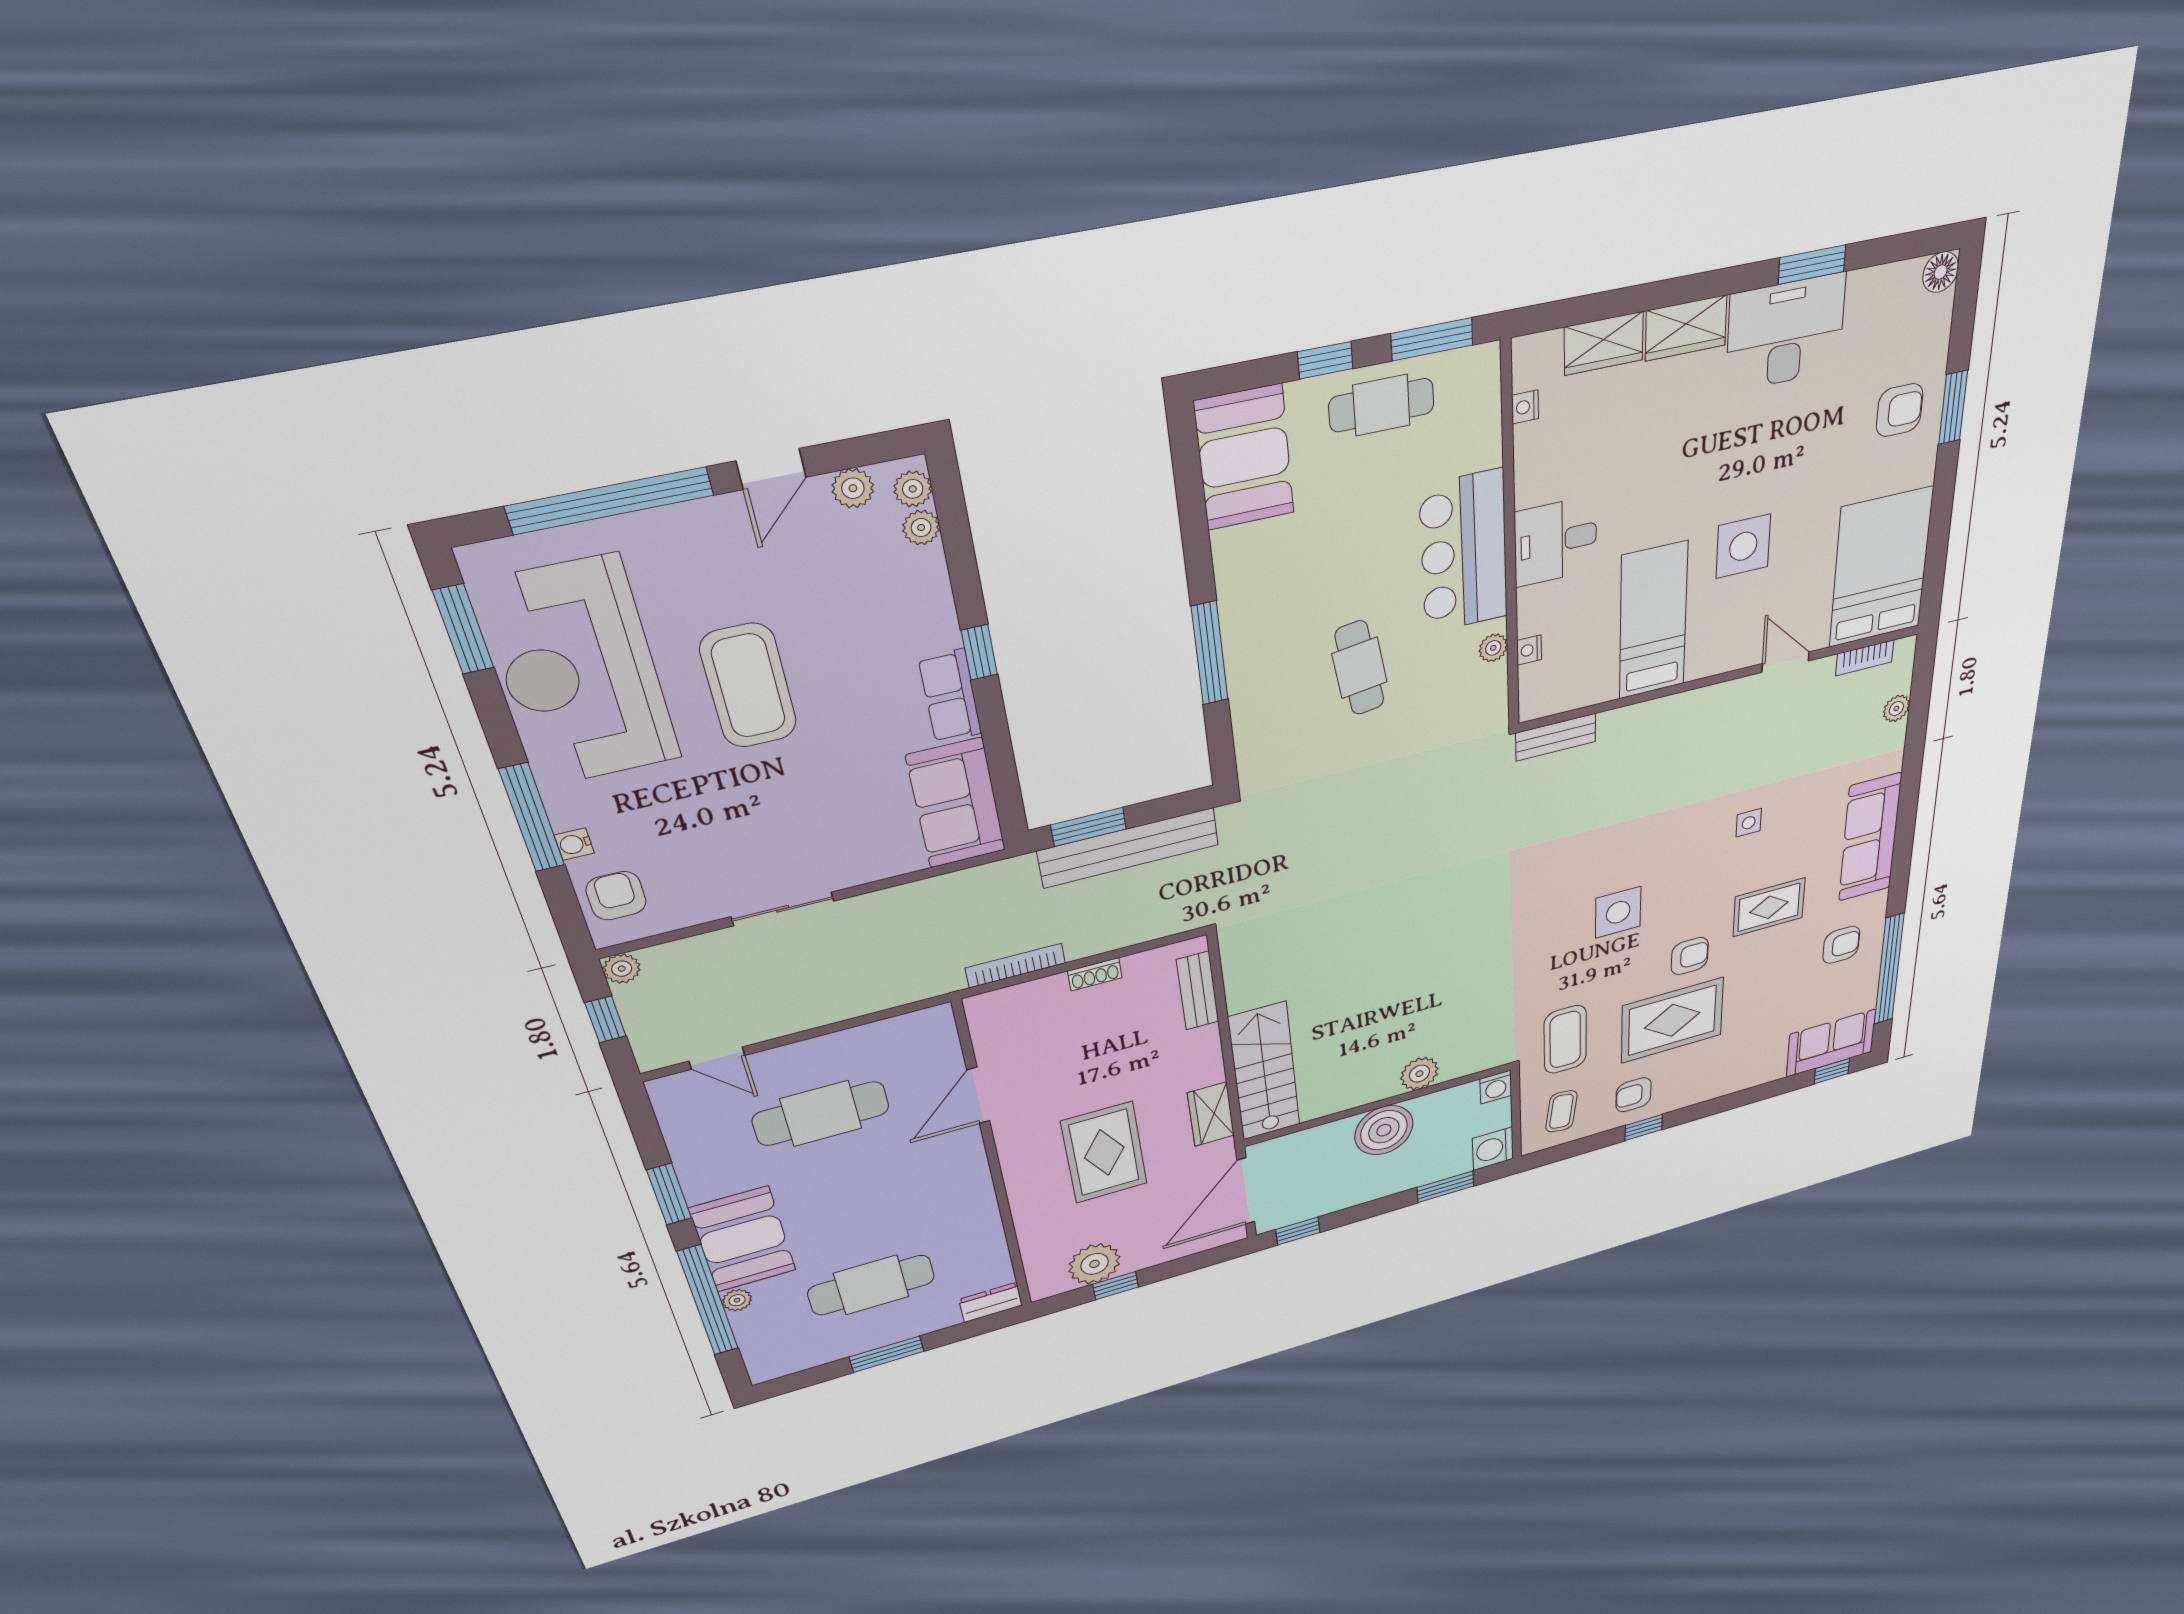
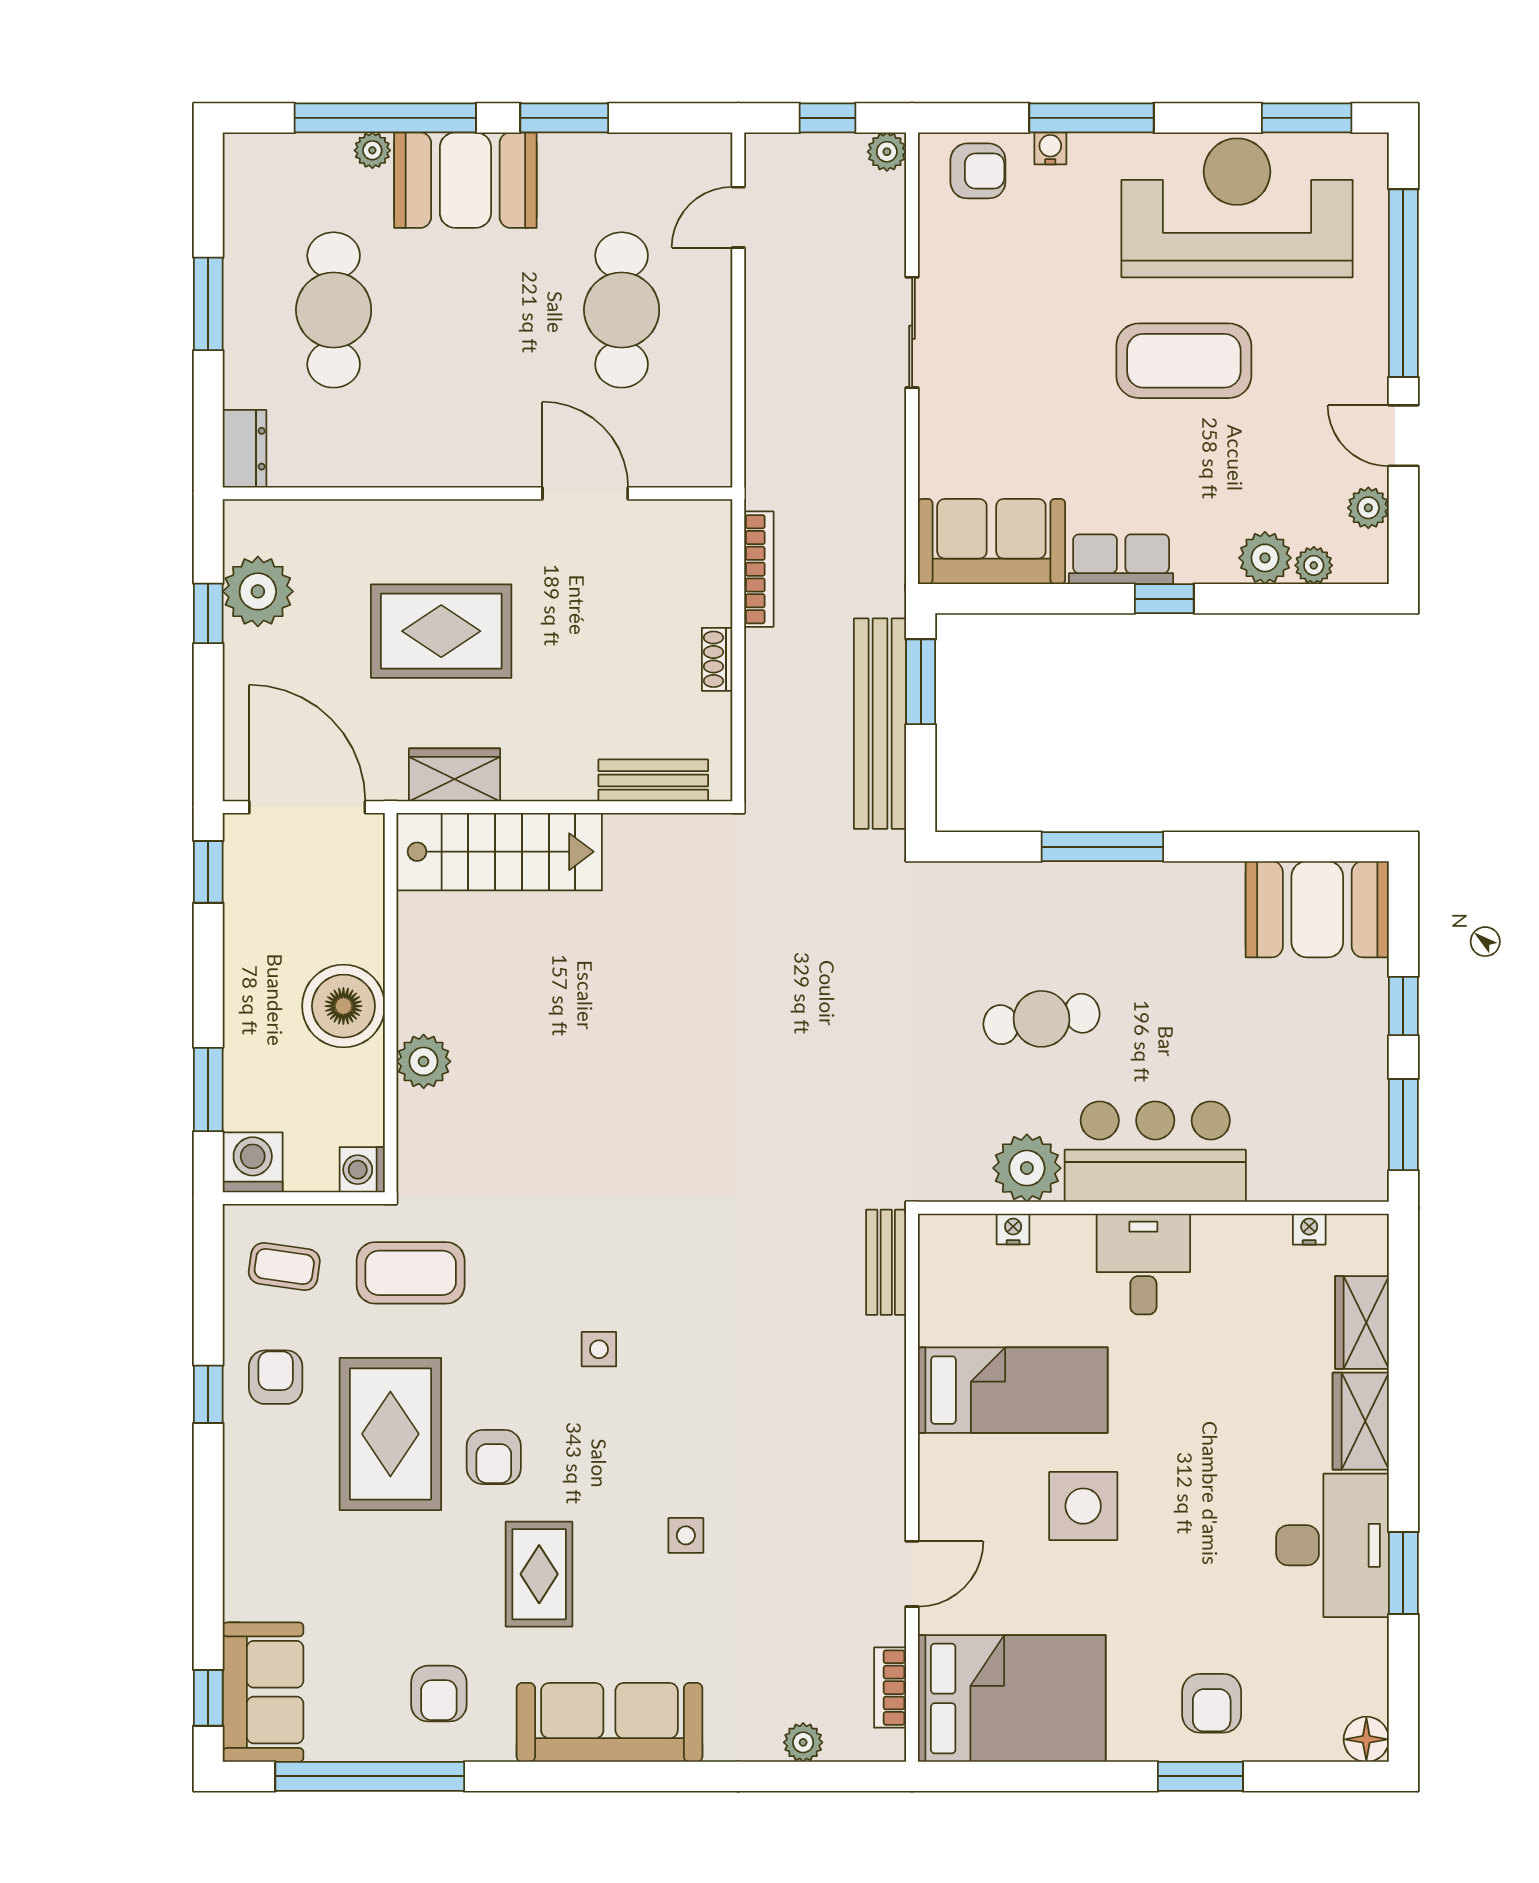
cafe table: (1381, 405) -> (1344, 1064), removed
plant: (913, 489) -> (1265, 558), moved, width x1.38, depth x1.38
plant: (1493, 648) -> (1027, 1168), width x1.88, depth x1.88
side table: (1618, 912) -> (599, 1349), width x0.54, depth x0.54

